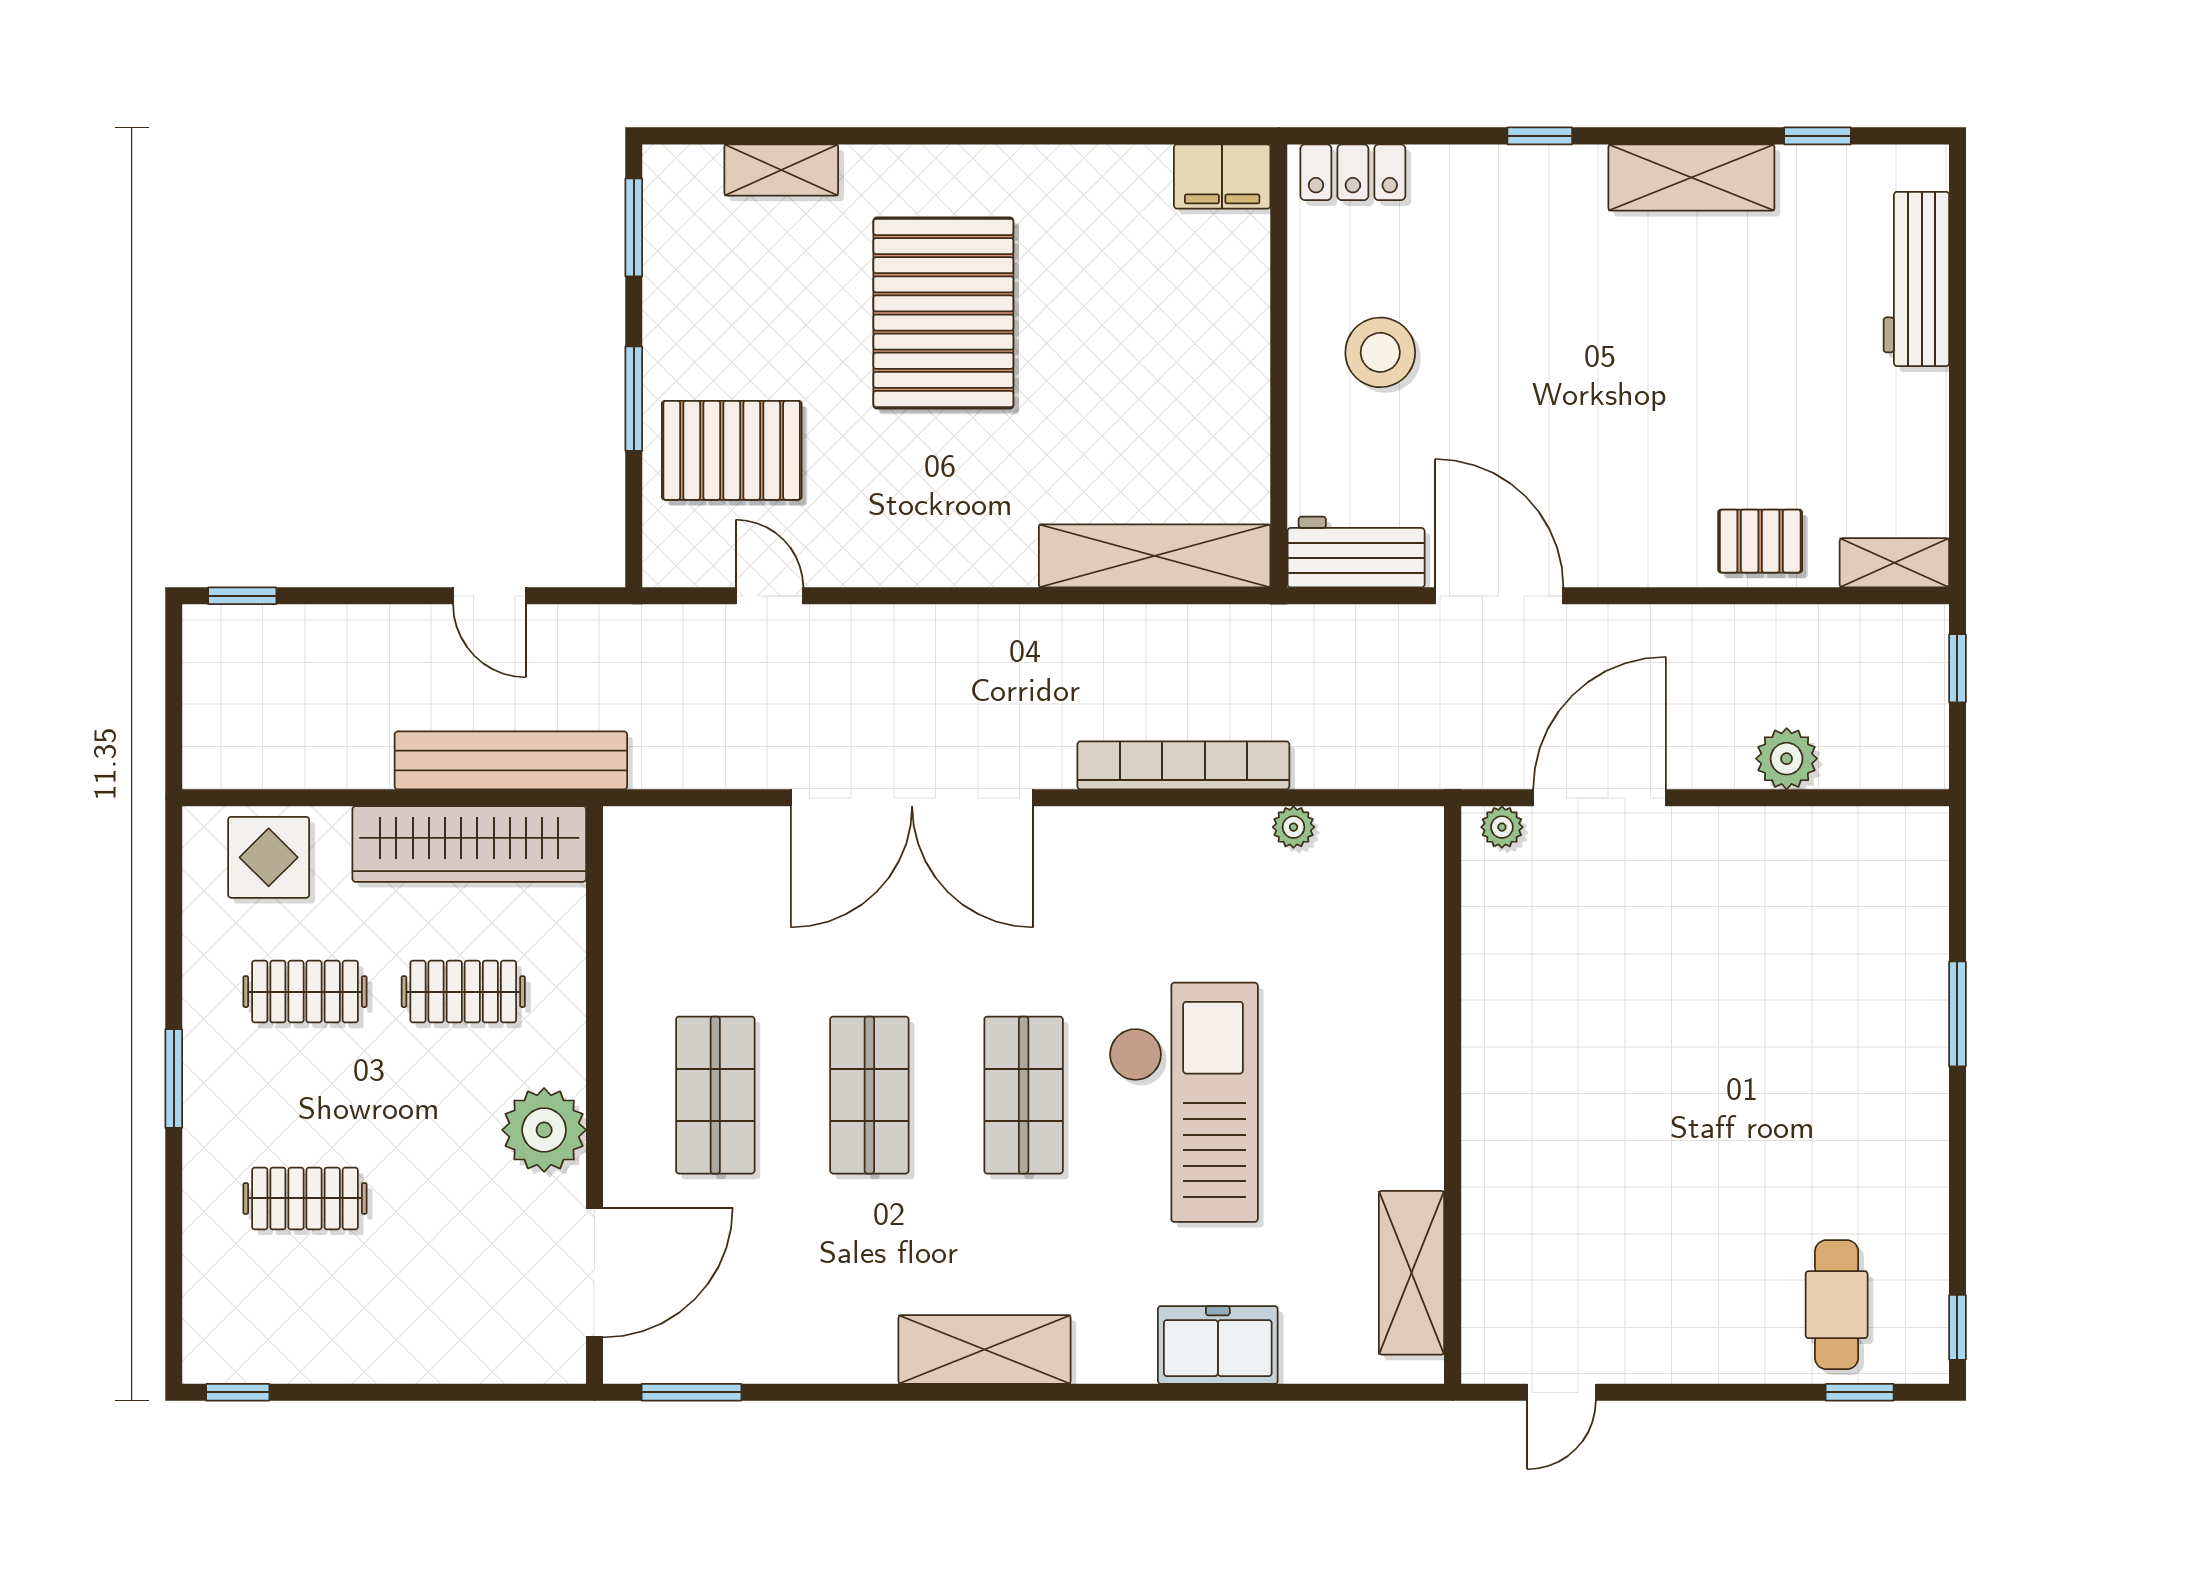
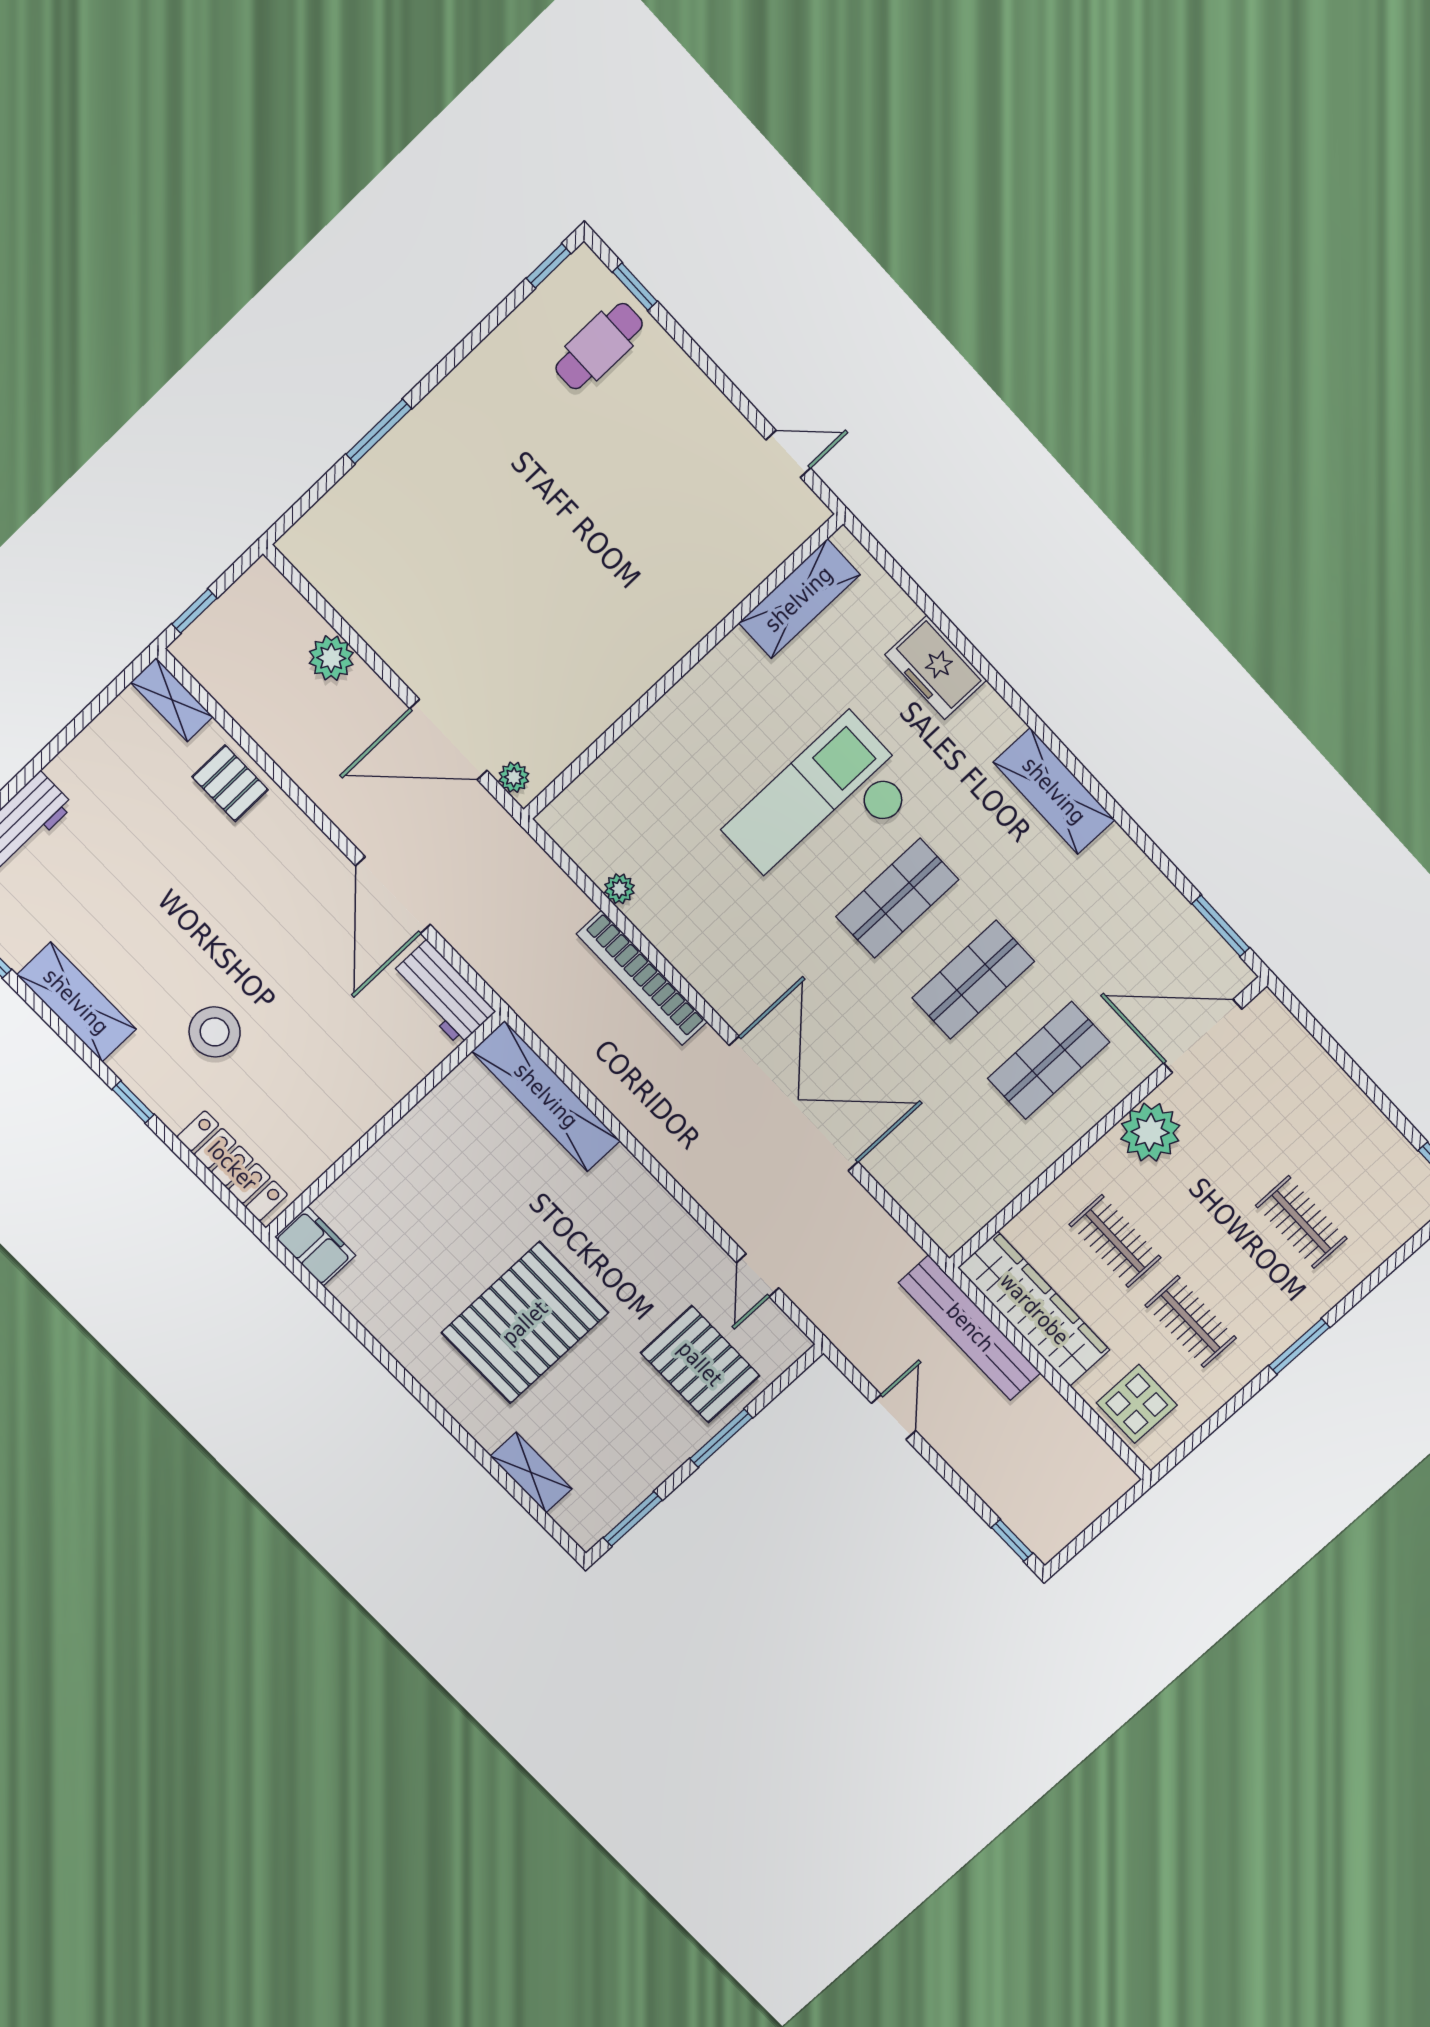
locker: (1353, 172) -> (232, 1166), width x1.53
stool: (1380, 352) -> (215, 1032), moved

